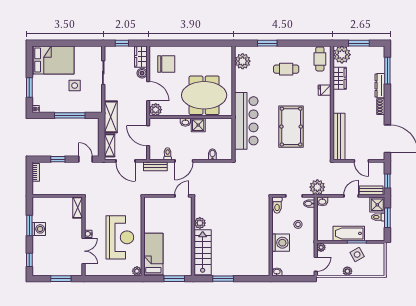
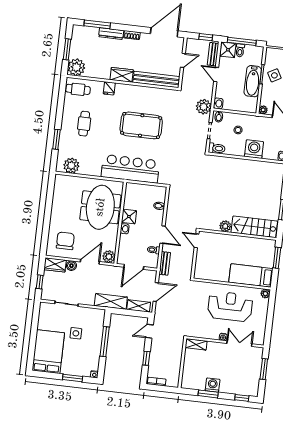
wardrobe: (340, 78) -> (122, 75), moved
window: (387, 218) -> (242, 41), width x1.44

